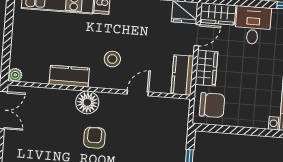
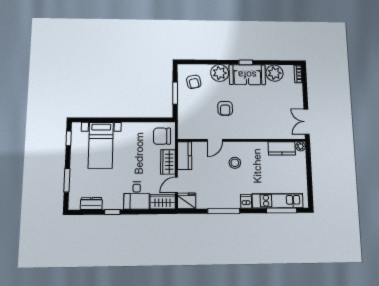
kitchen counter: (69, 76) -> (282, 148), moved
floor lamp: (87, 102) -> (249, 131), removed
armchair: (94, 138) -> (225, 108), moved

